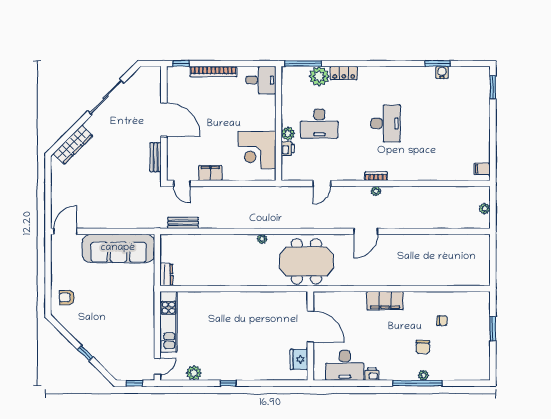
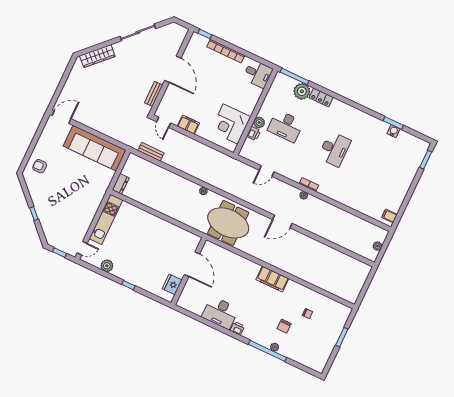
door: (310, 327) -> (192, 264), moved
wall: (310, 336) -> (189, 271), moved
fridge: (299, 359) -> (172, 284), moved

